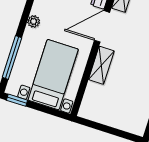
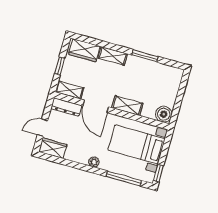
boiler: (89, 110) -> (164, 114), added

